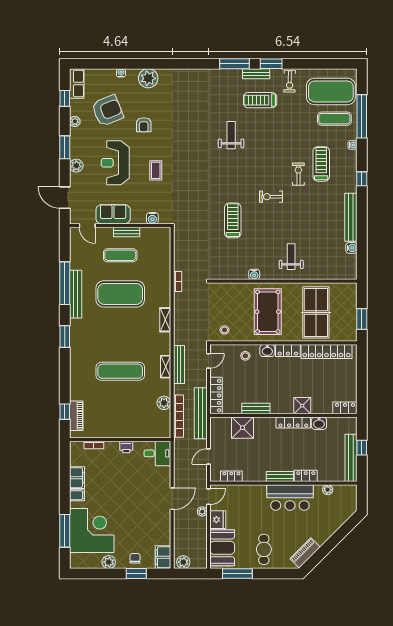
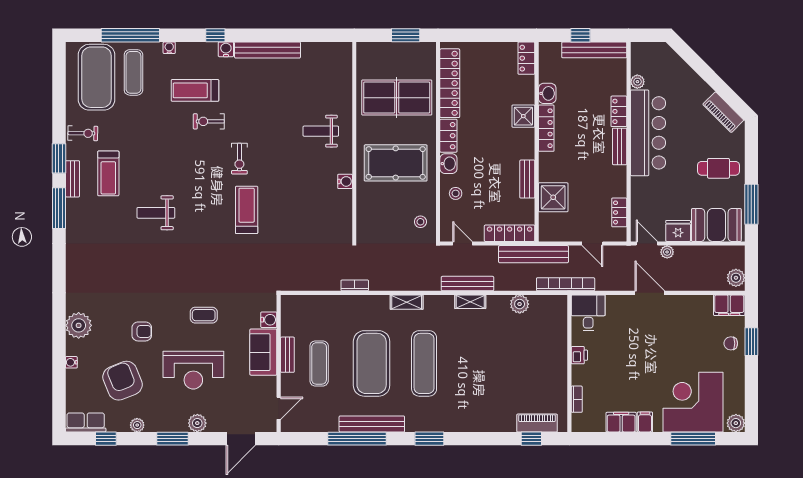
sofa: (113, 214) -> (263, 352), moved
treadmill: (233, 220) -> (247, 210), moved, turned 90
water cooler: (351, 248) -> (226, 49), moved
exercise mat: (120, 371) -> (424, 363), moved
bookcase: (178, 416) -> (566, 284), moved
bar counter: (290, 497) -> (648, 133), width x1.36
plant: (109, 562) -> (736, 423), moved

